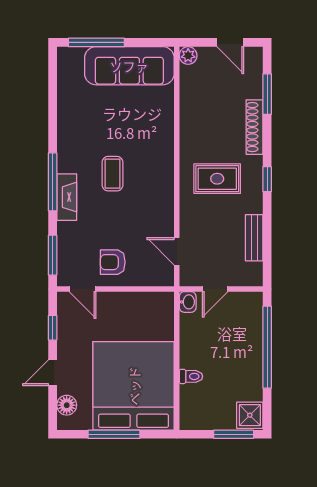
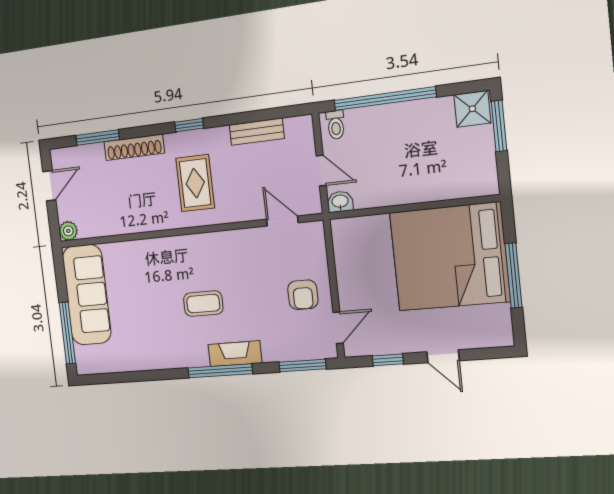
door: (177, 251) -> (282, 221), swing flipped
toilet: (191, 376) -> (336, 125), moved, turned 180
floor lamp: (67, 405) -> (482, 336), removed

